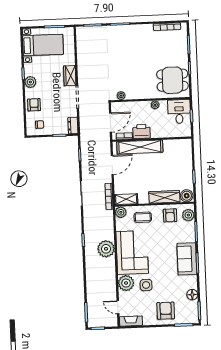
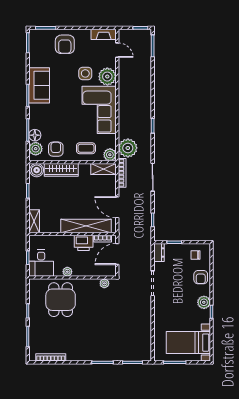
wardrobe: (70, 76) -> (160, 308), removed
dining table: (172, 80) -> (61, 300), moved, turned 90
shelving: (187, 149) -> (34, 221), added
door: (112, 165) -> (117, 207), hinge flipped
plant: (106, 249) -> (128, 148), moved
sofa: (187, 259) -> (39, 85), moved
floor lamp: (192, 295) -> (35, 135), moved

